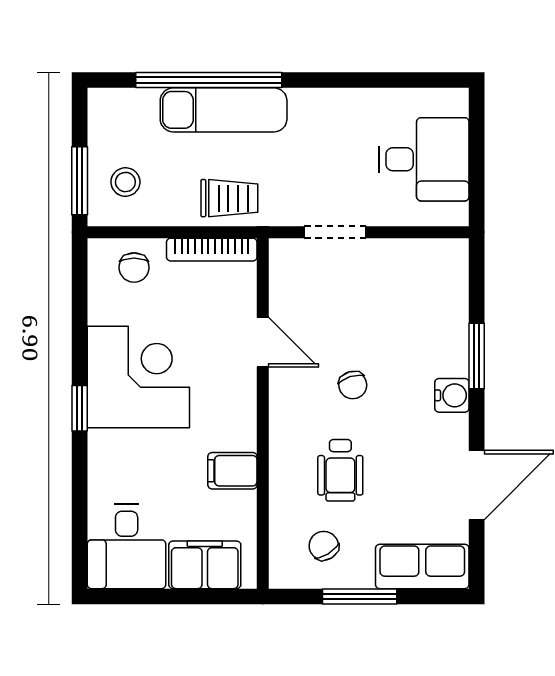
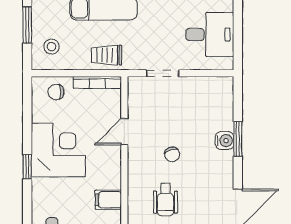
window: (80, 181) -> (27, 25), moved
trolley: (229, 198) -> (107, 55), turned 180
chair: (134, 268) -> (56, 92), turned 90
door: (263, 342) -> (124, 132), swing flipped
water cooler: (452, 395) -> (225, 141), moved

